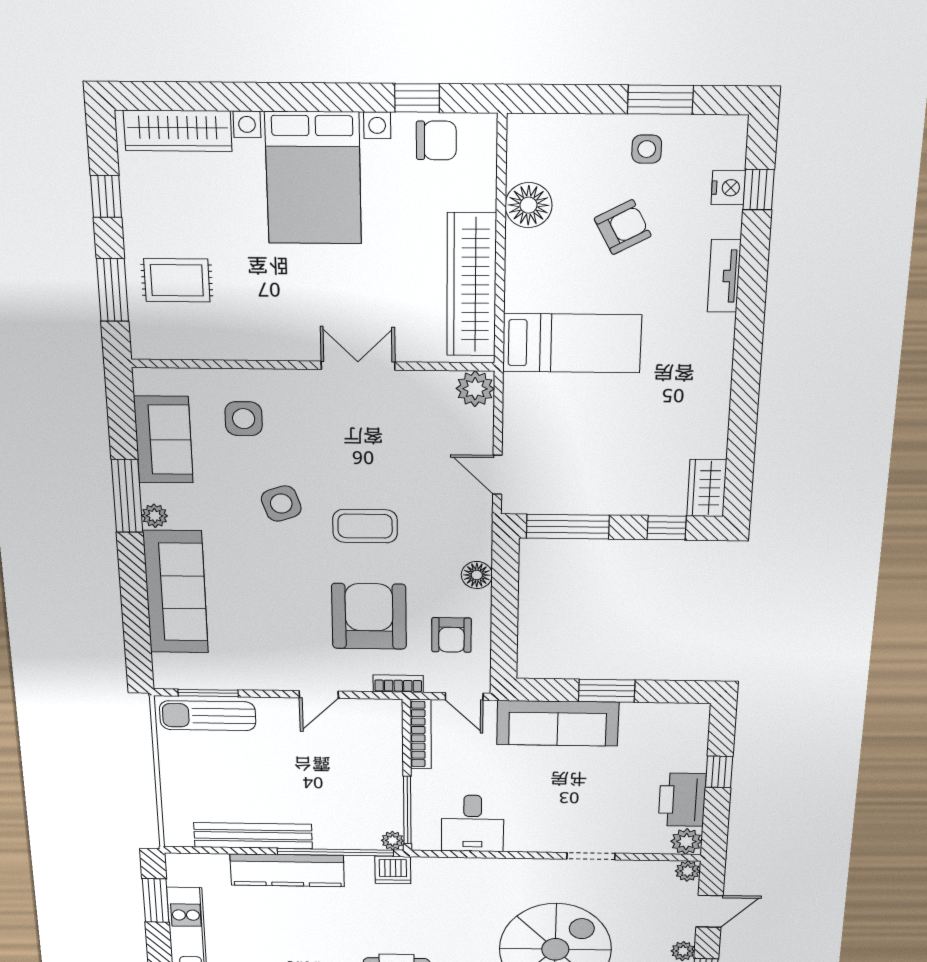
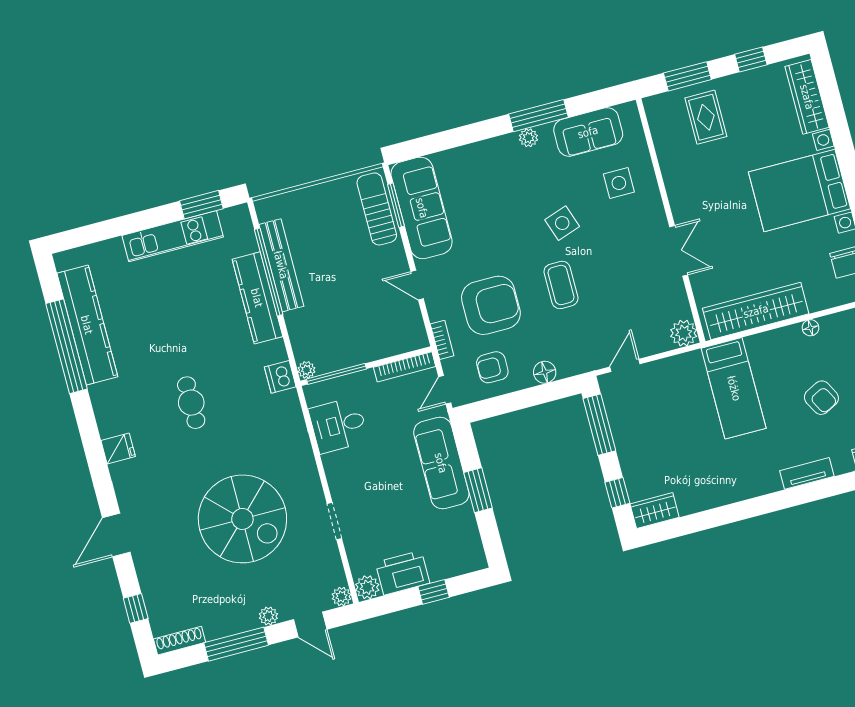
floor lamp: (529, 205) -> (811, 328), width x0.53, depth x0.53
sofa: (176, 592) -> (422, 208), moved, turned -90
window: (335, 852) -> (269, 272), moved

